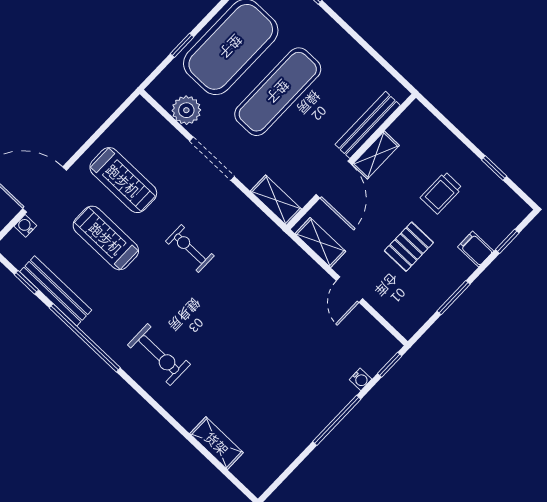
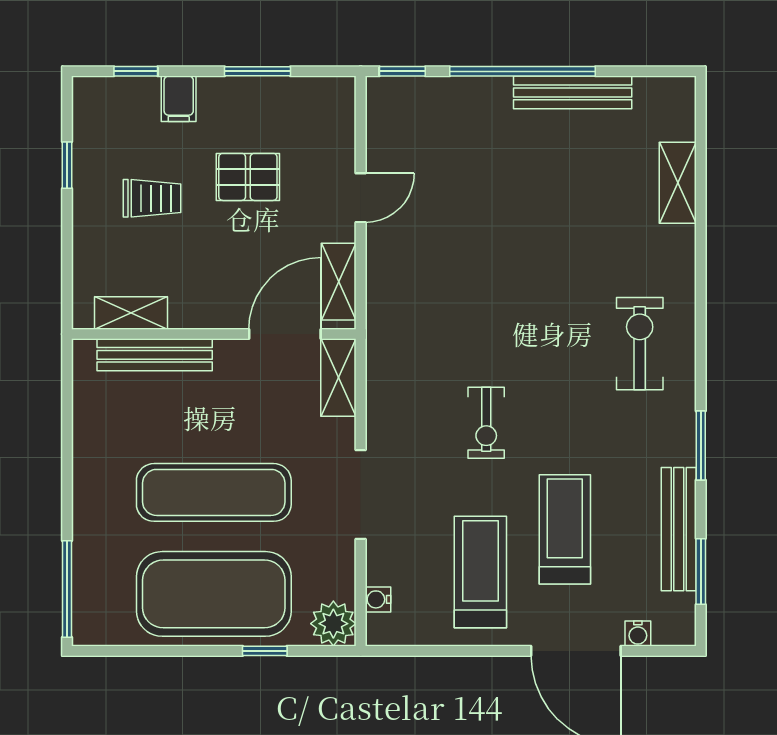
plant: (186, 110) -> (333, 624), moved
shelving: (376, 155) -> (131, 313), moved
door: (334, 180) -> (285, 334), moved
treadmill: (106, 238) -> (565, 529), turned 180
window: (26, 282) -> (701, 572), width x1.50
window: (85, 338) -> (701, 446), width x0.47
water cooler: (361, 379) -> (378, 599), moved, turned -90
window: (337, 420) -> (522, 71), width x1.46
bench: (305, 434) -> (573, 92), added

